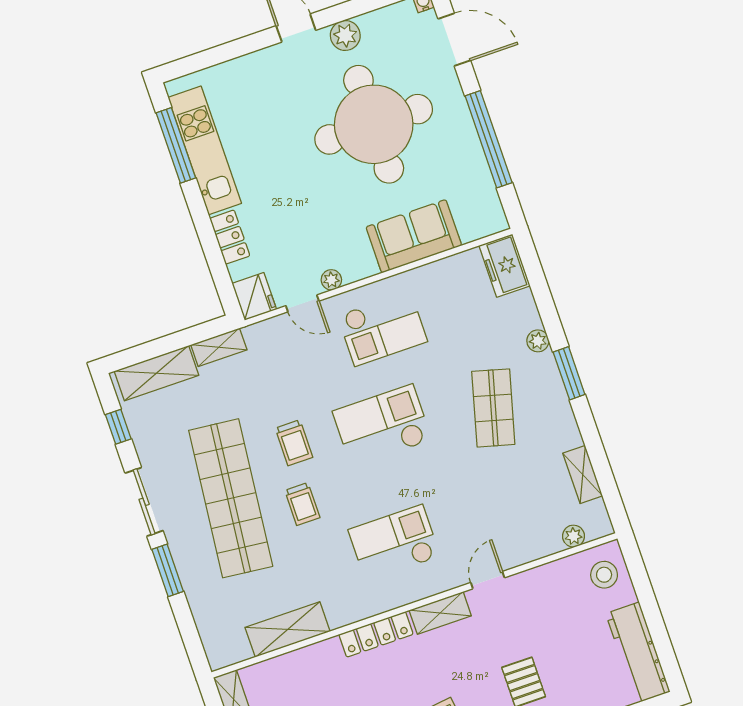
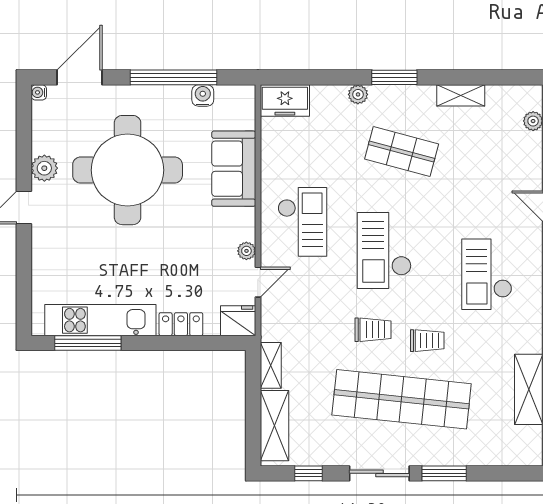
water cooler: (480, 177) -> (203, 95), added
shelving: (583, 475) -> (461, 95), moved

